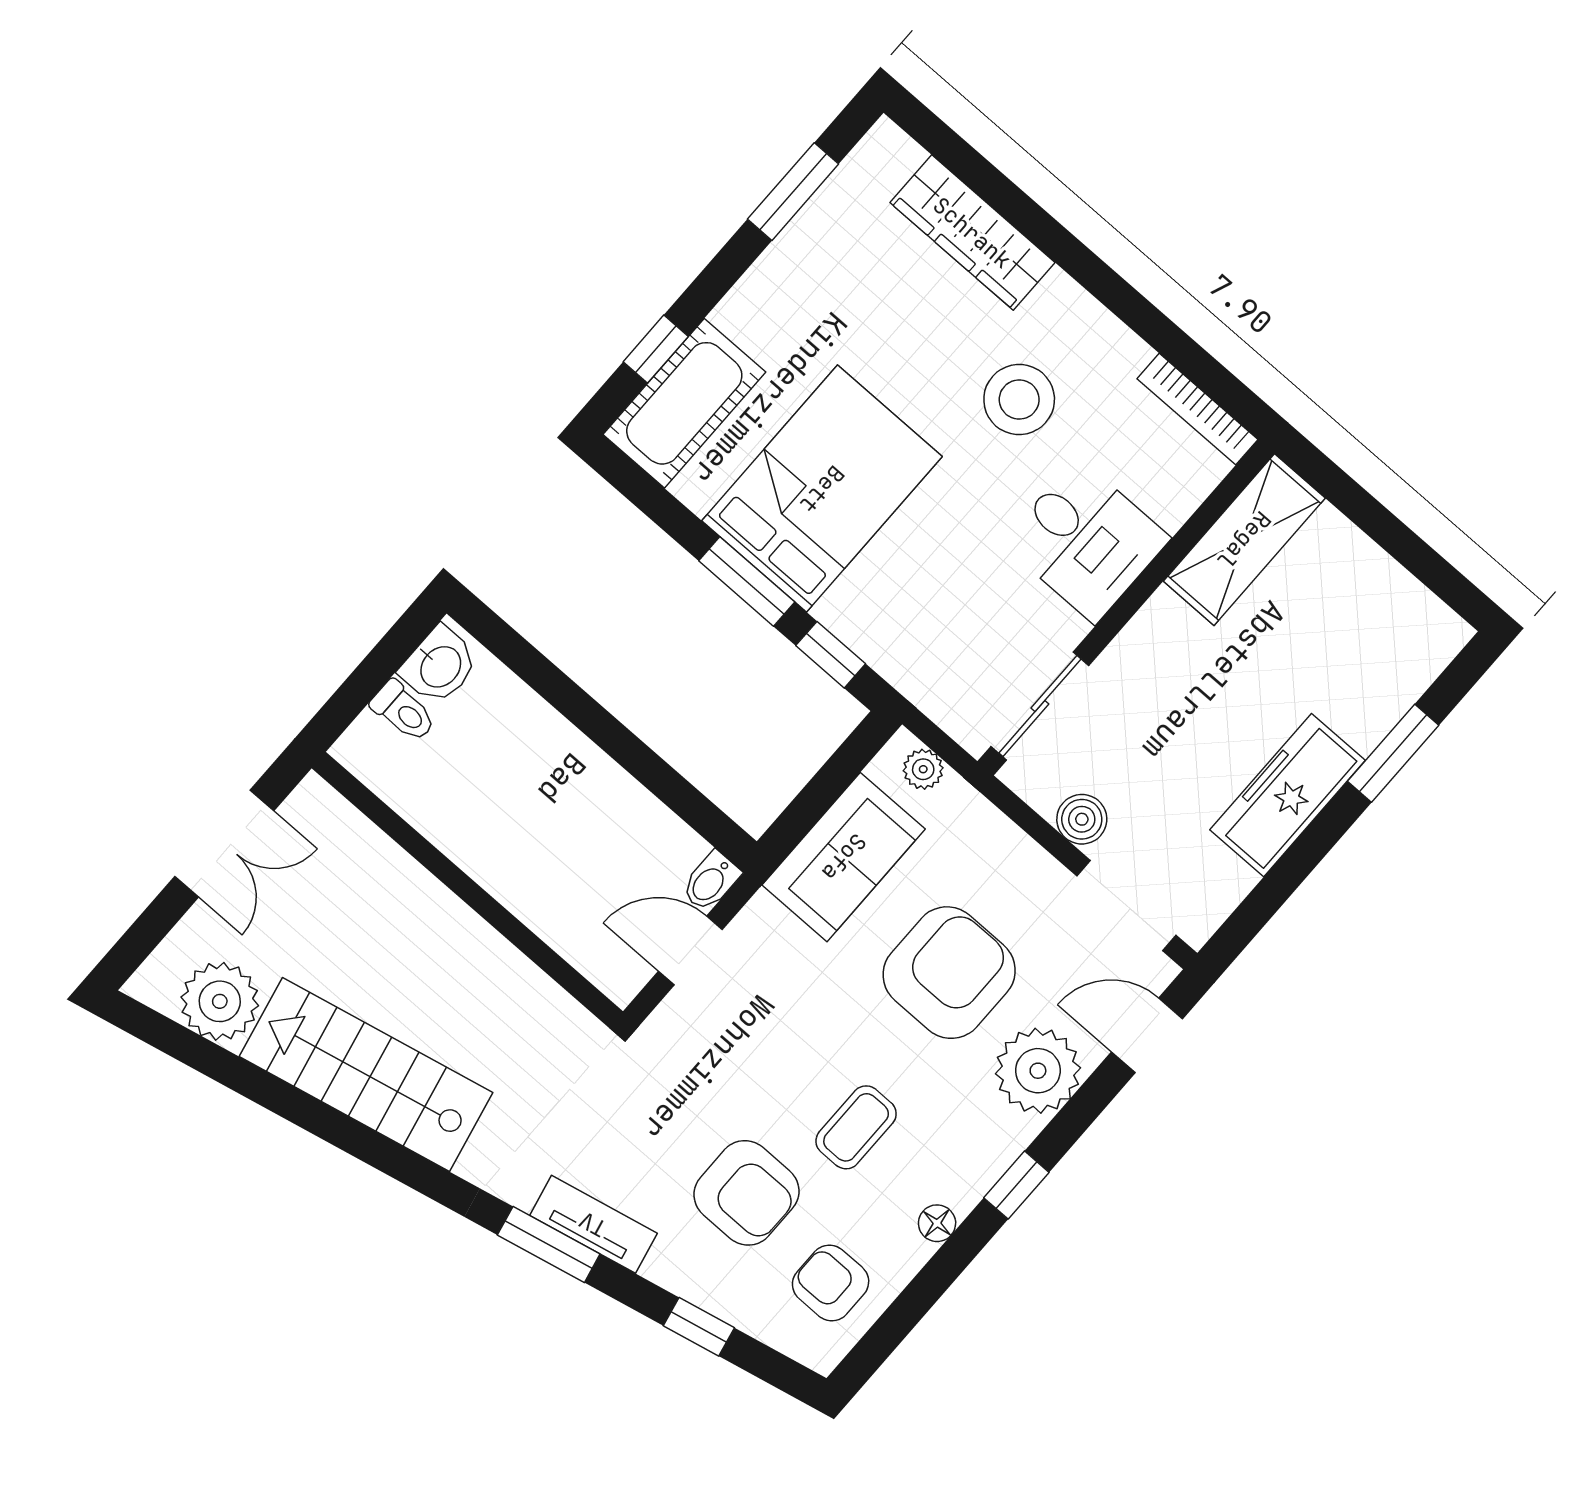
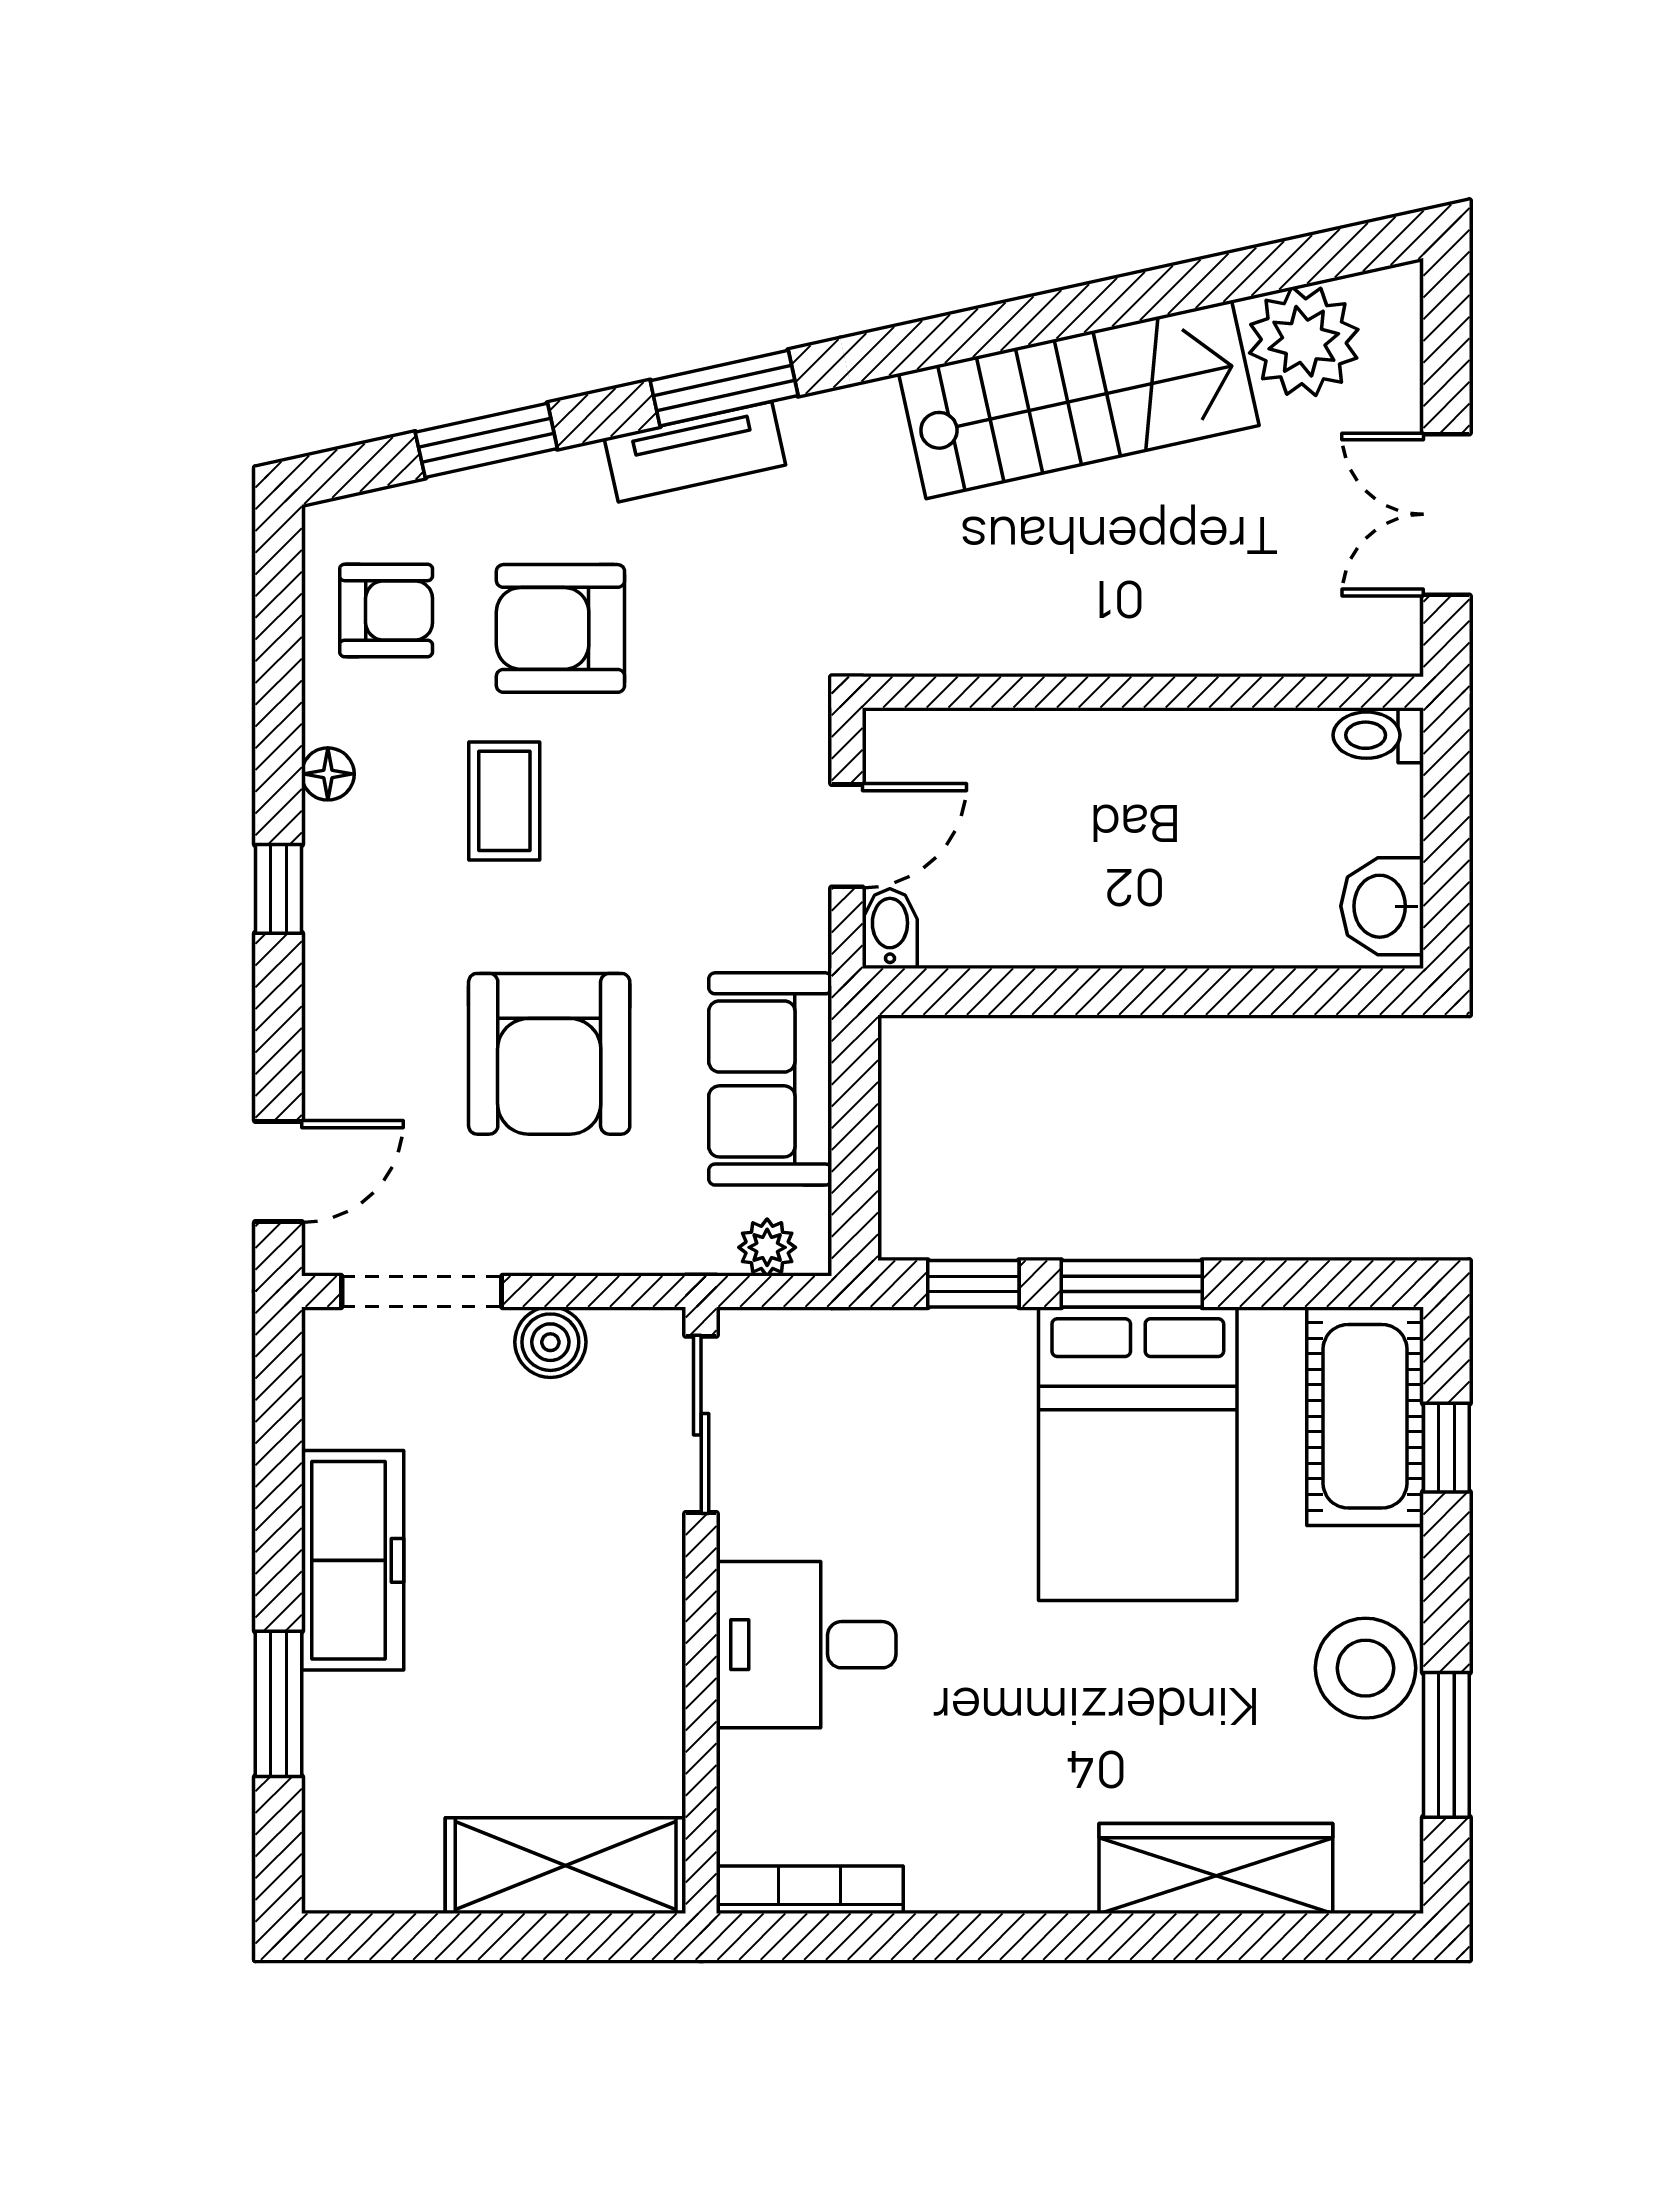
stool: (1019, 399) -> (1365, 1668), moved
shelving: (1244, 540) -> (566, 1866), moved, turned 90
toilet: (403, 711) -> (1378, 735), moved
plant: (1038, 1071) -> (362, 1032), removed
window: (699, 1327) -> (486, 440), width x1.50

